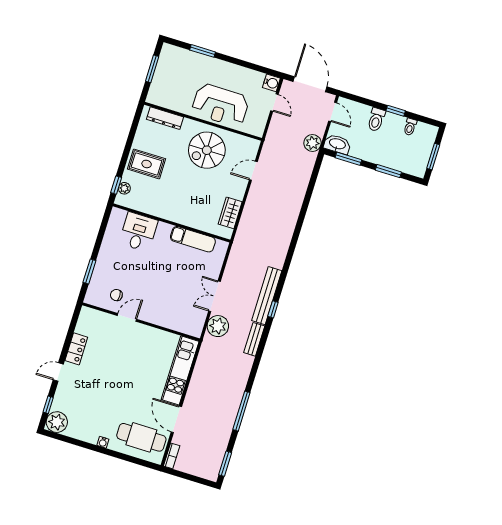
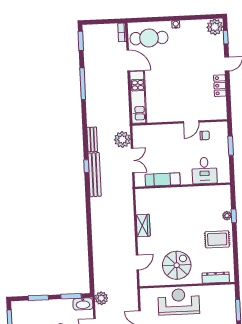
wall: (172, 223) -> (183, 186), moved
desk: (138, 232) -> (204, 170), moved
exam couch: (193, 239) -> (163, 179), moved

